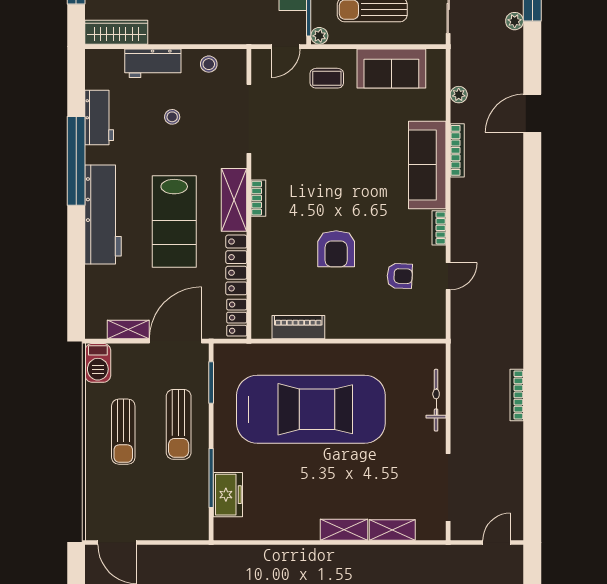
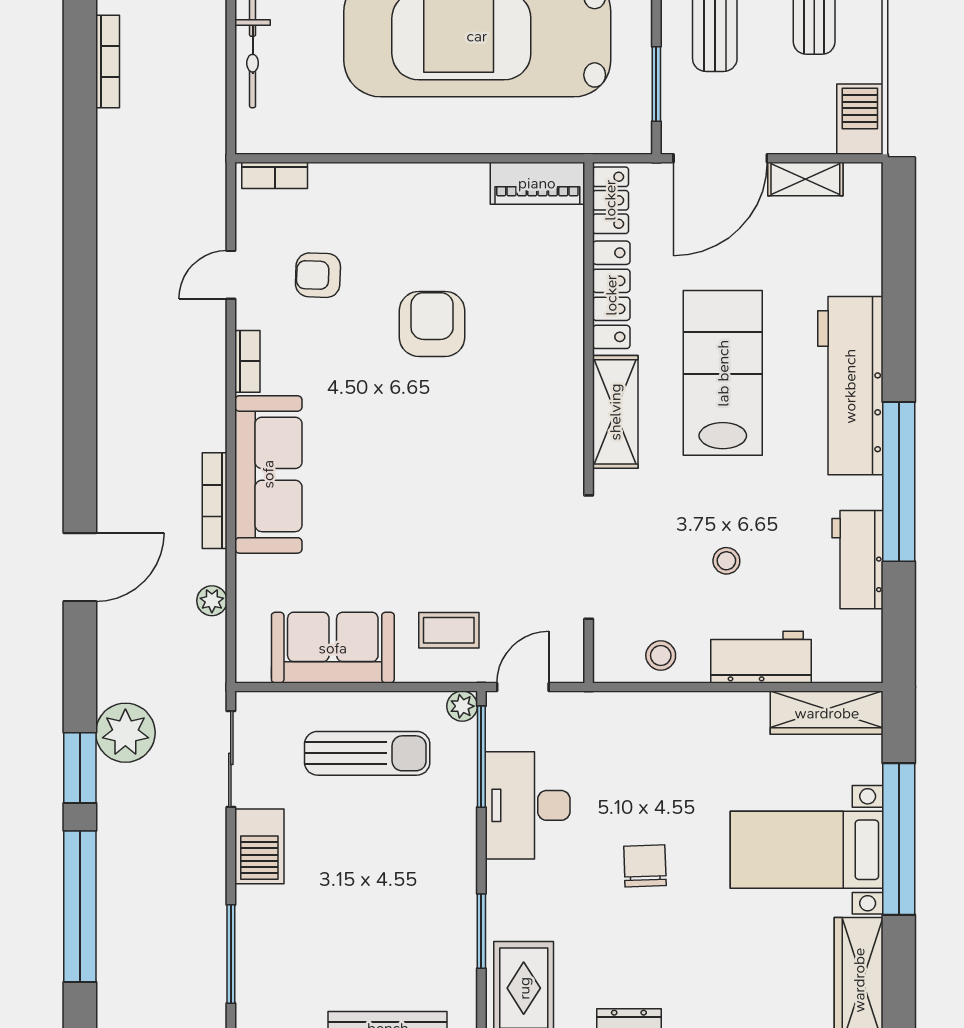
plant: (515, 21) -> (125, 733), width x1.88, depth x1.88
bookcase: (258, 198) -> (275, 175), moved, turned -90
piano: (298, 327) -> (537, 183), moved

